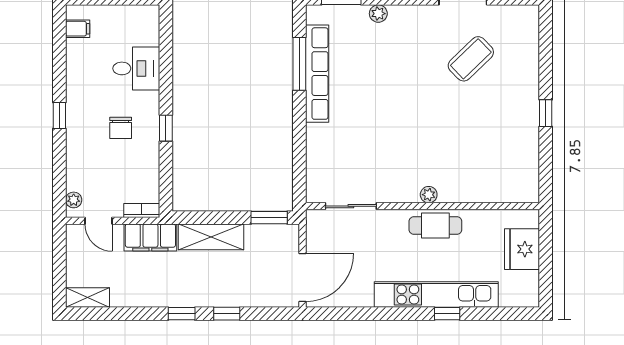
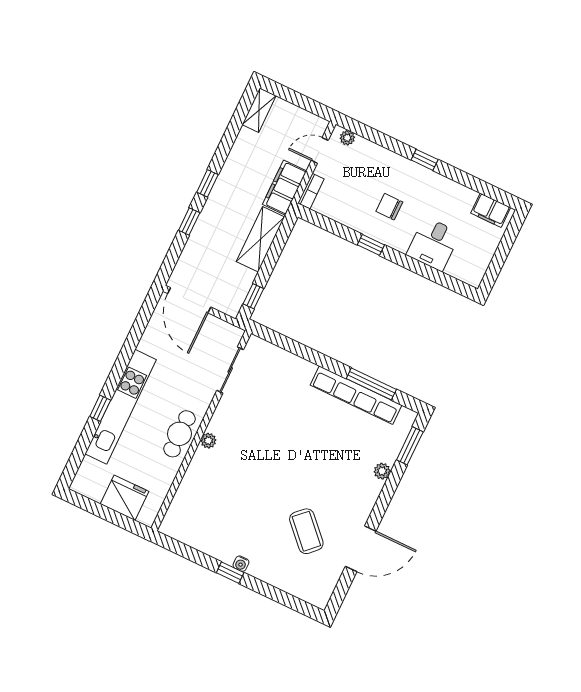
filing cabinet: (78, 29) -> (491, 210), width x2.00
water cooler: (532, 107) -> (241, 564), added
window: (269, 218) -> (253, 296), width x0.67

